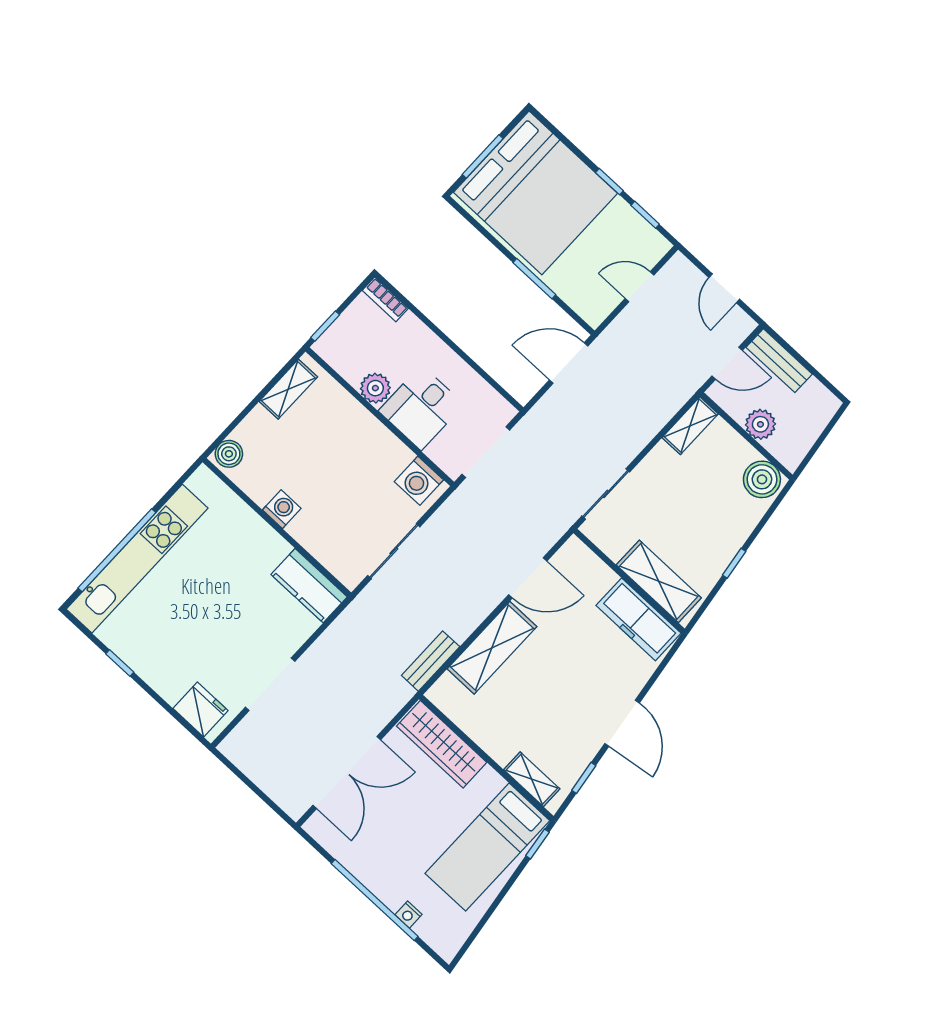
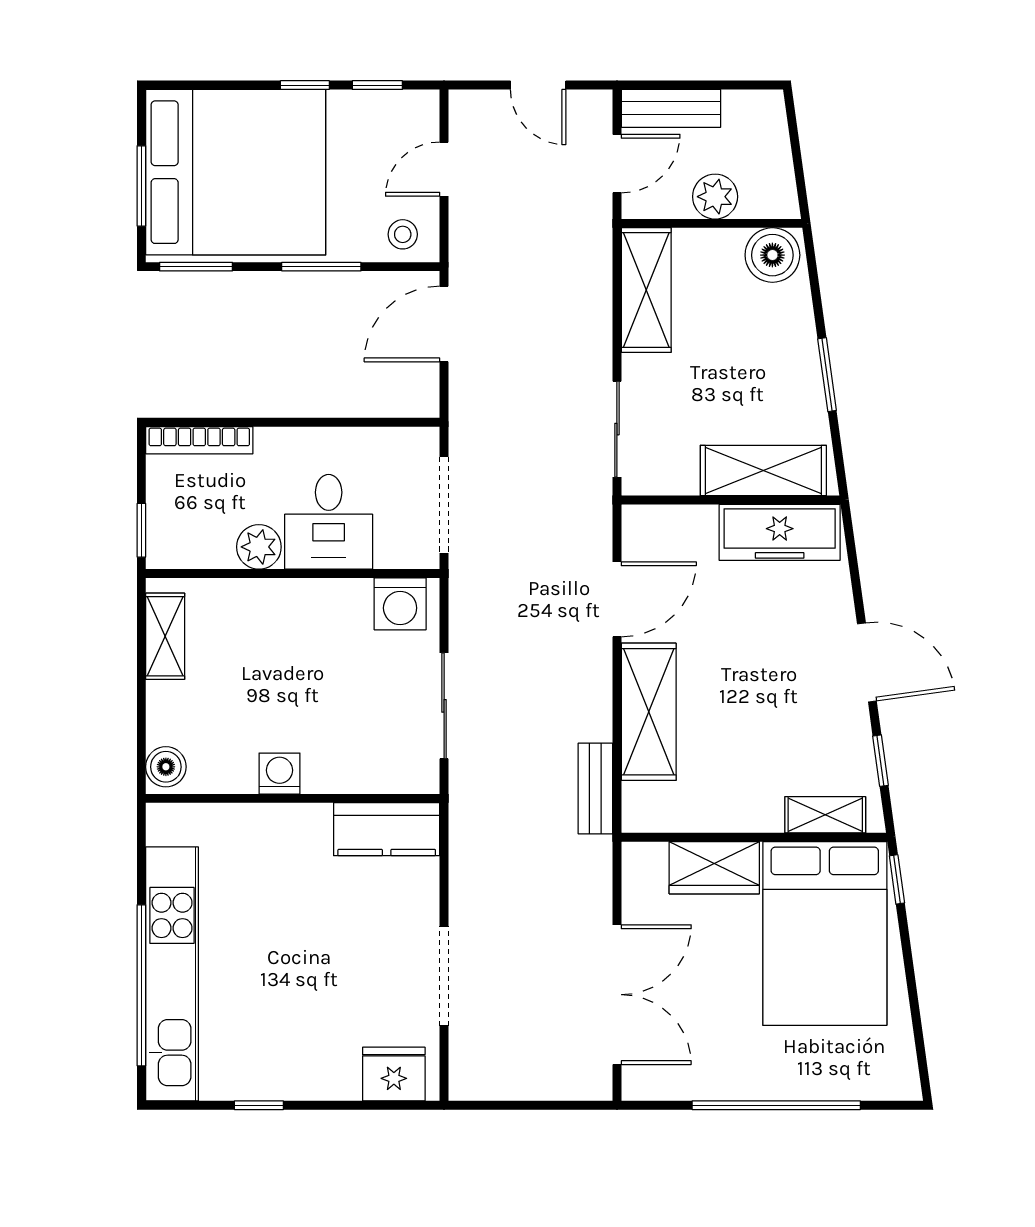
window: (473, 221) -> (196, 267), added
bookcase: (385, 299) -> (199, 440), width x1.56
stool: (589, 300) -> (403, 234), added
shelving: (690, 426) -> (646, 290), width x1.50, depth x1.33
window: (734, 563) -> (827, 375), width x1.50
wardrobe: (442, 744) -> (714, 868), width x0.67
bed: (487, 847) -> (825, 933), width x1.50
nightstand: (408, 915) -> (828, 1087), removed

